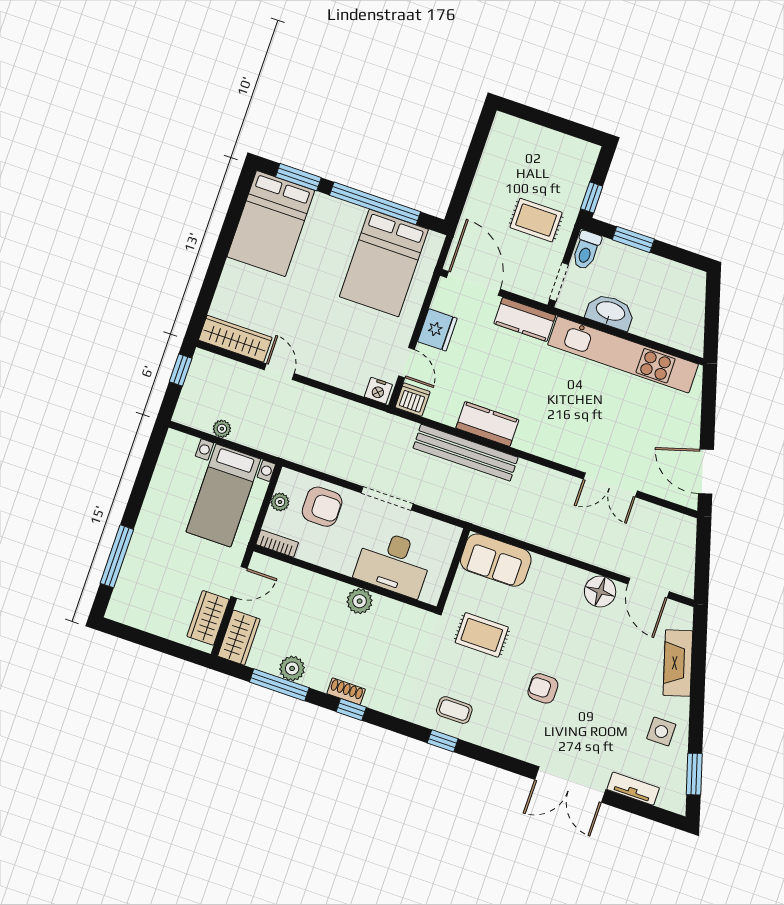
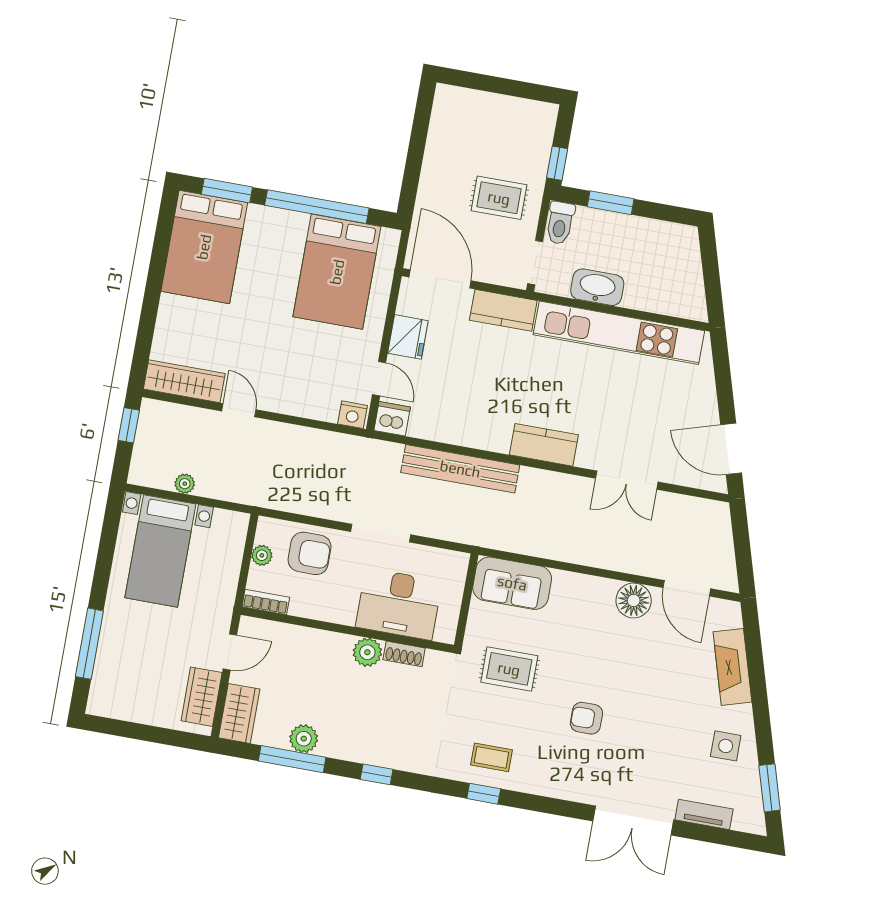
kitchen counter: (487, 424) -> (544, 445), moved
bed with nightstands: (223, 495) -> (160, 551), moved
shoe rack: (346, 691) -> (404, 654), moved, turned 180

